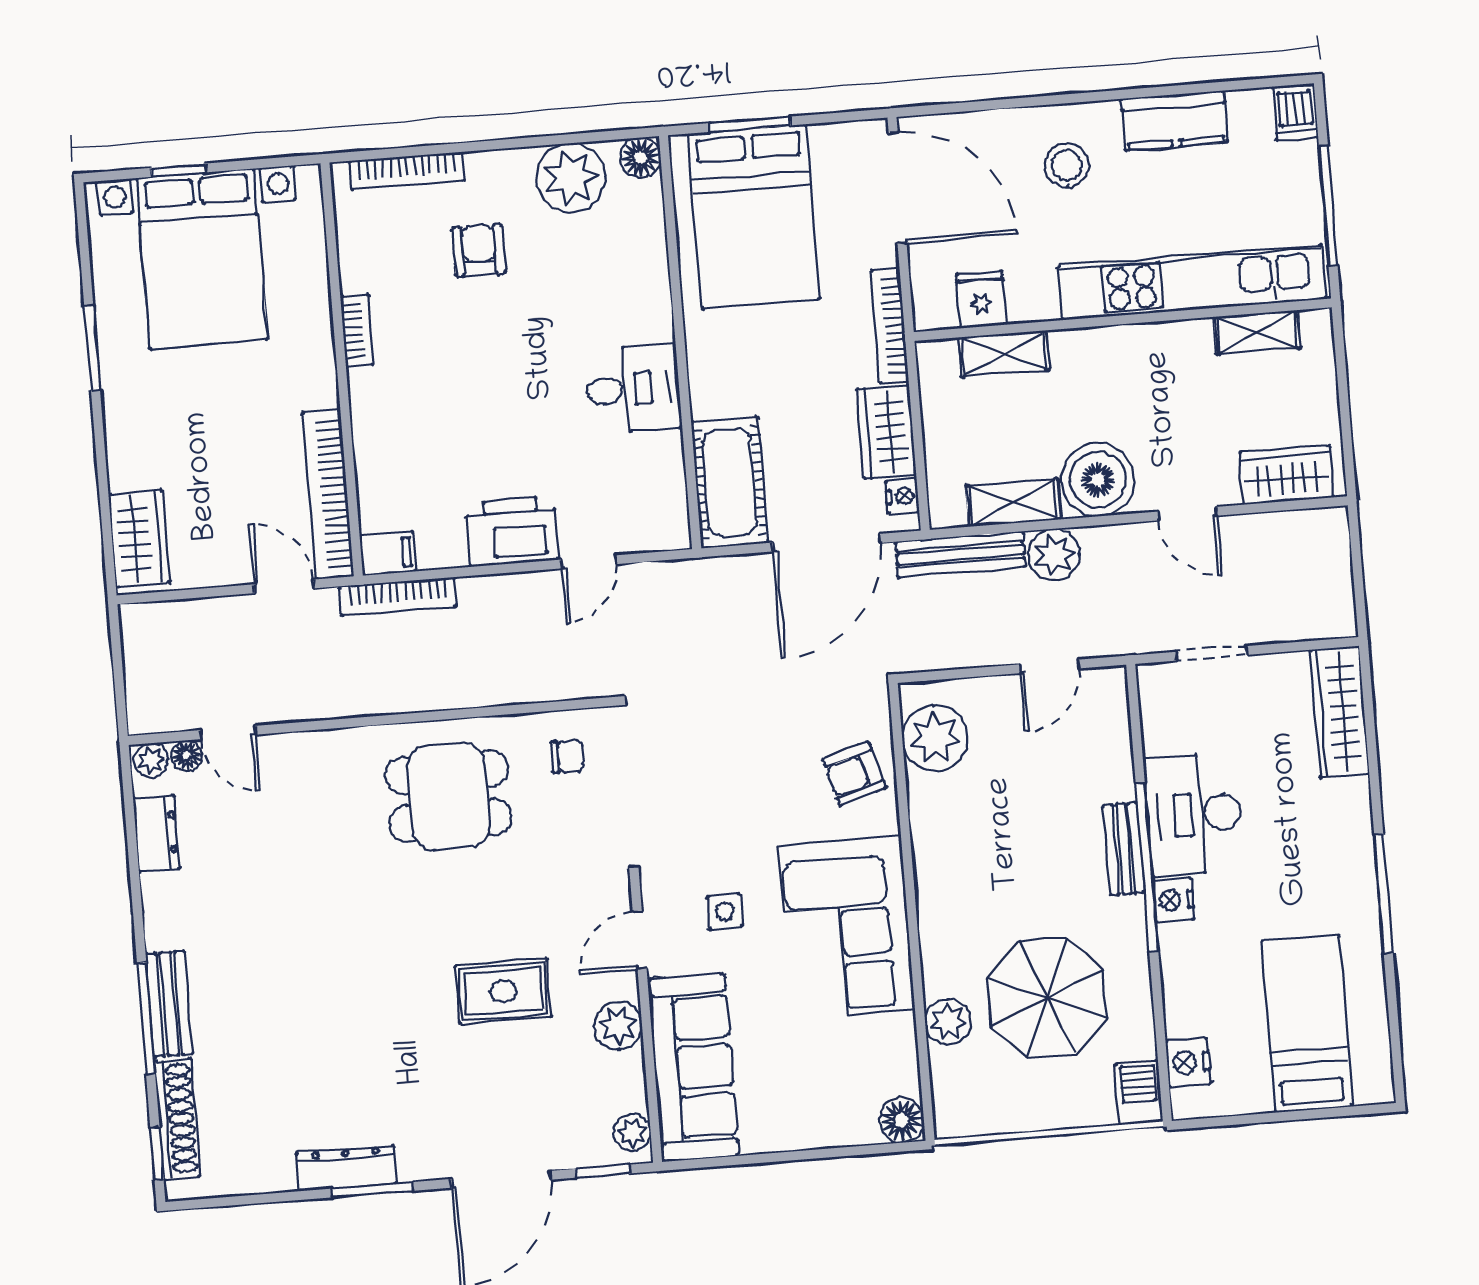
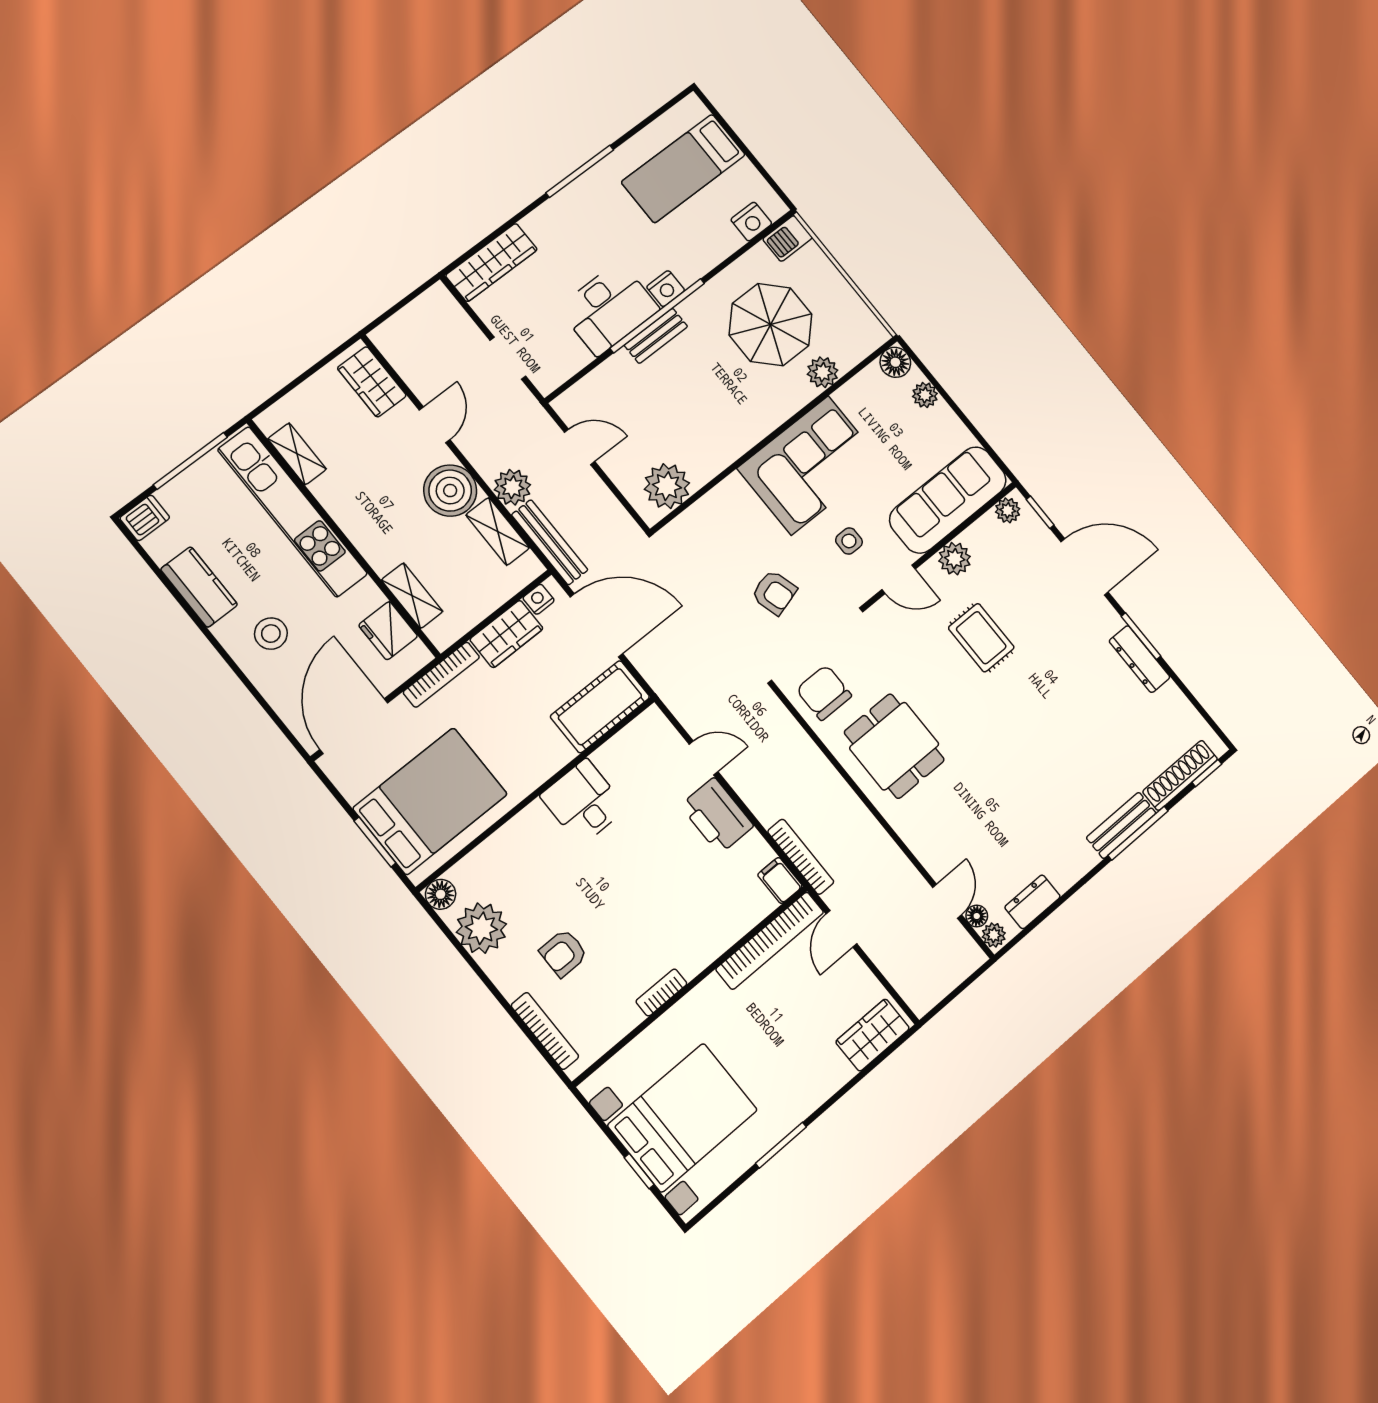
fridge: (981, 299) -> (388, 631), width x1.38
chair: (568, 756) -> (824, 693), width x1.87, depth x1.87
armchair: (854, 774) -> (774, 593), moved
plant: (838, 1129) -> (925, 395), added

